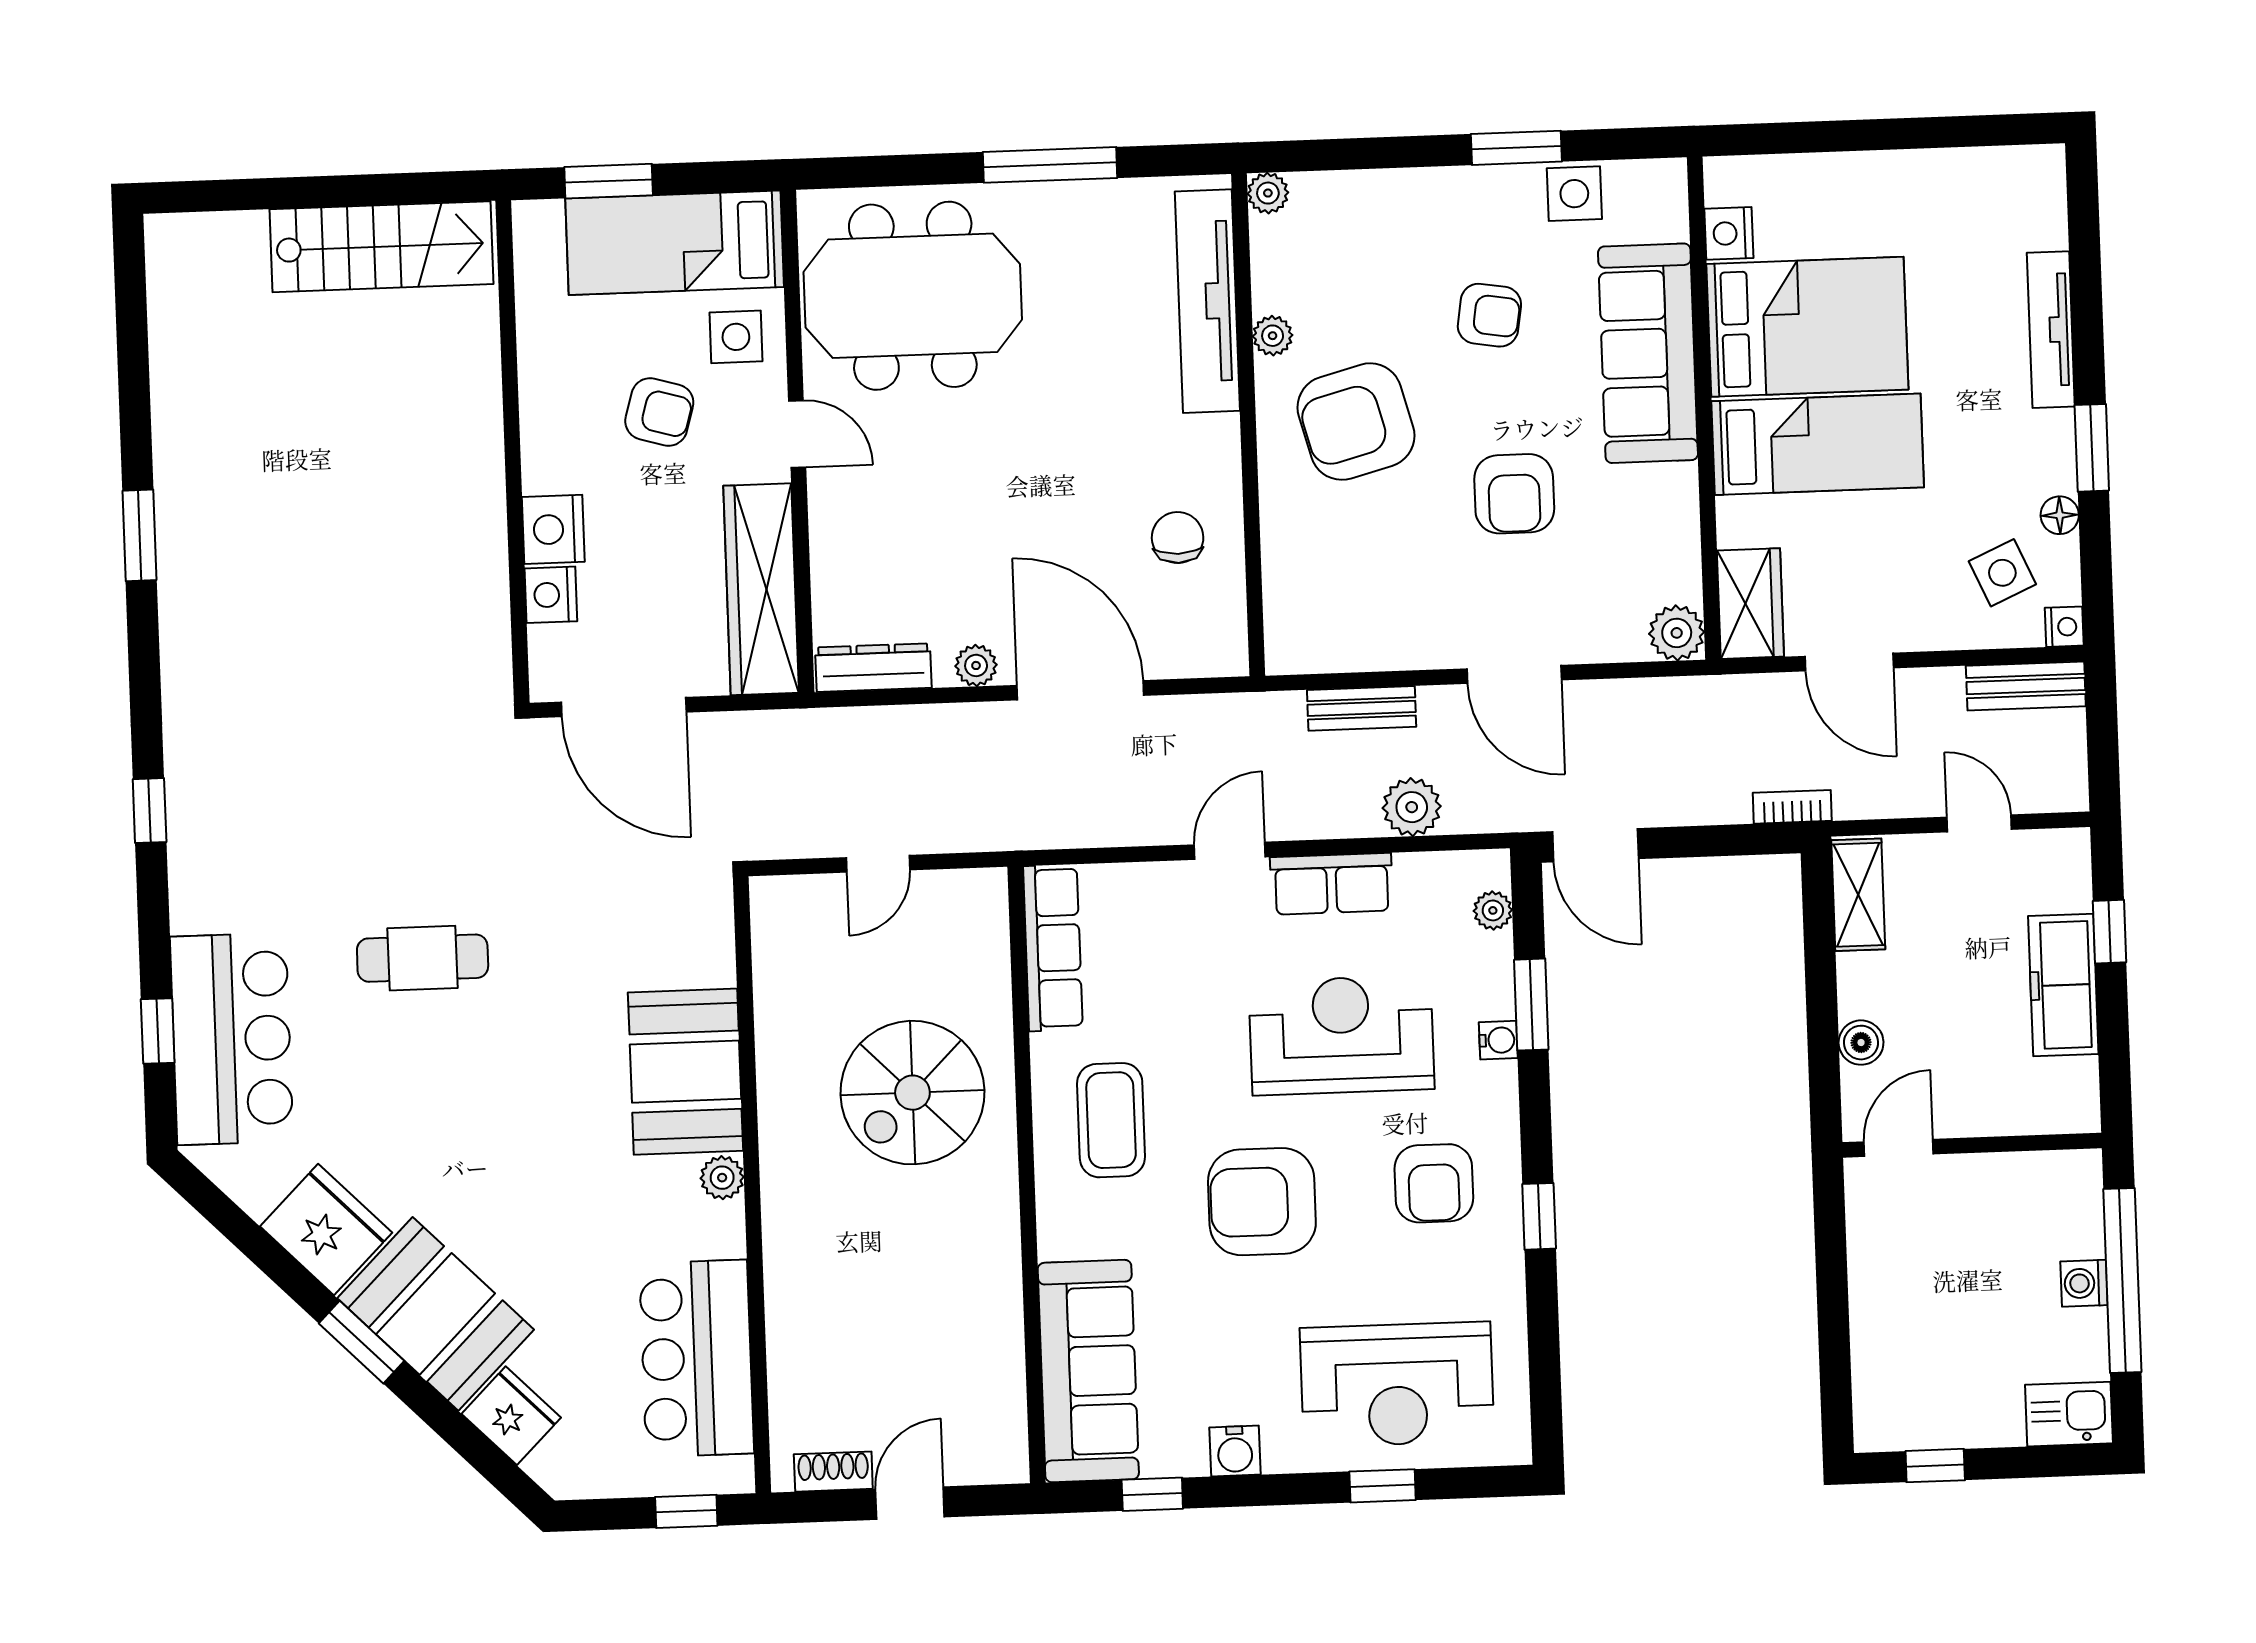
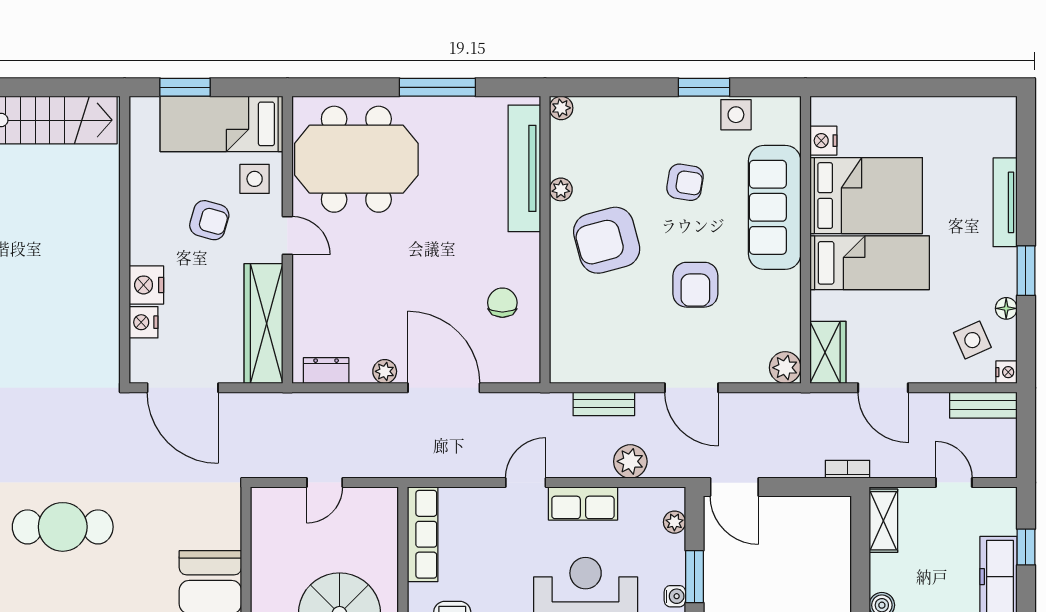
dresser: (873, 668) -> (326, 371), width x0.70
cafe table: (423, 958) -> (63, 527), width x1.37, depth x1.35

